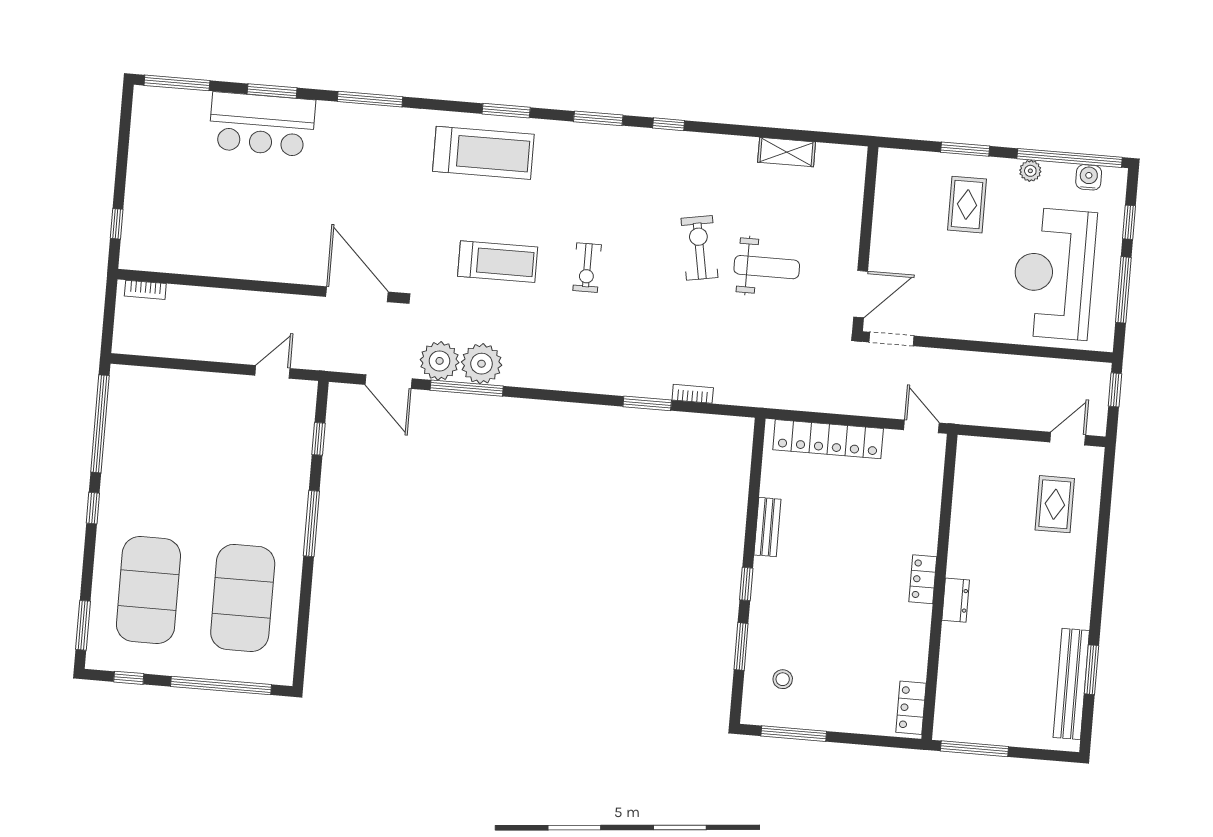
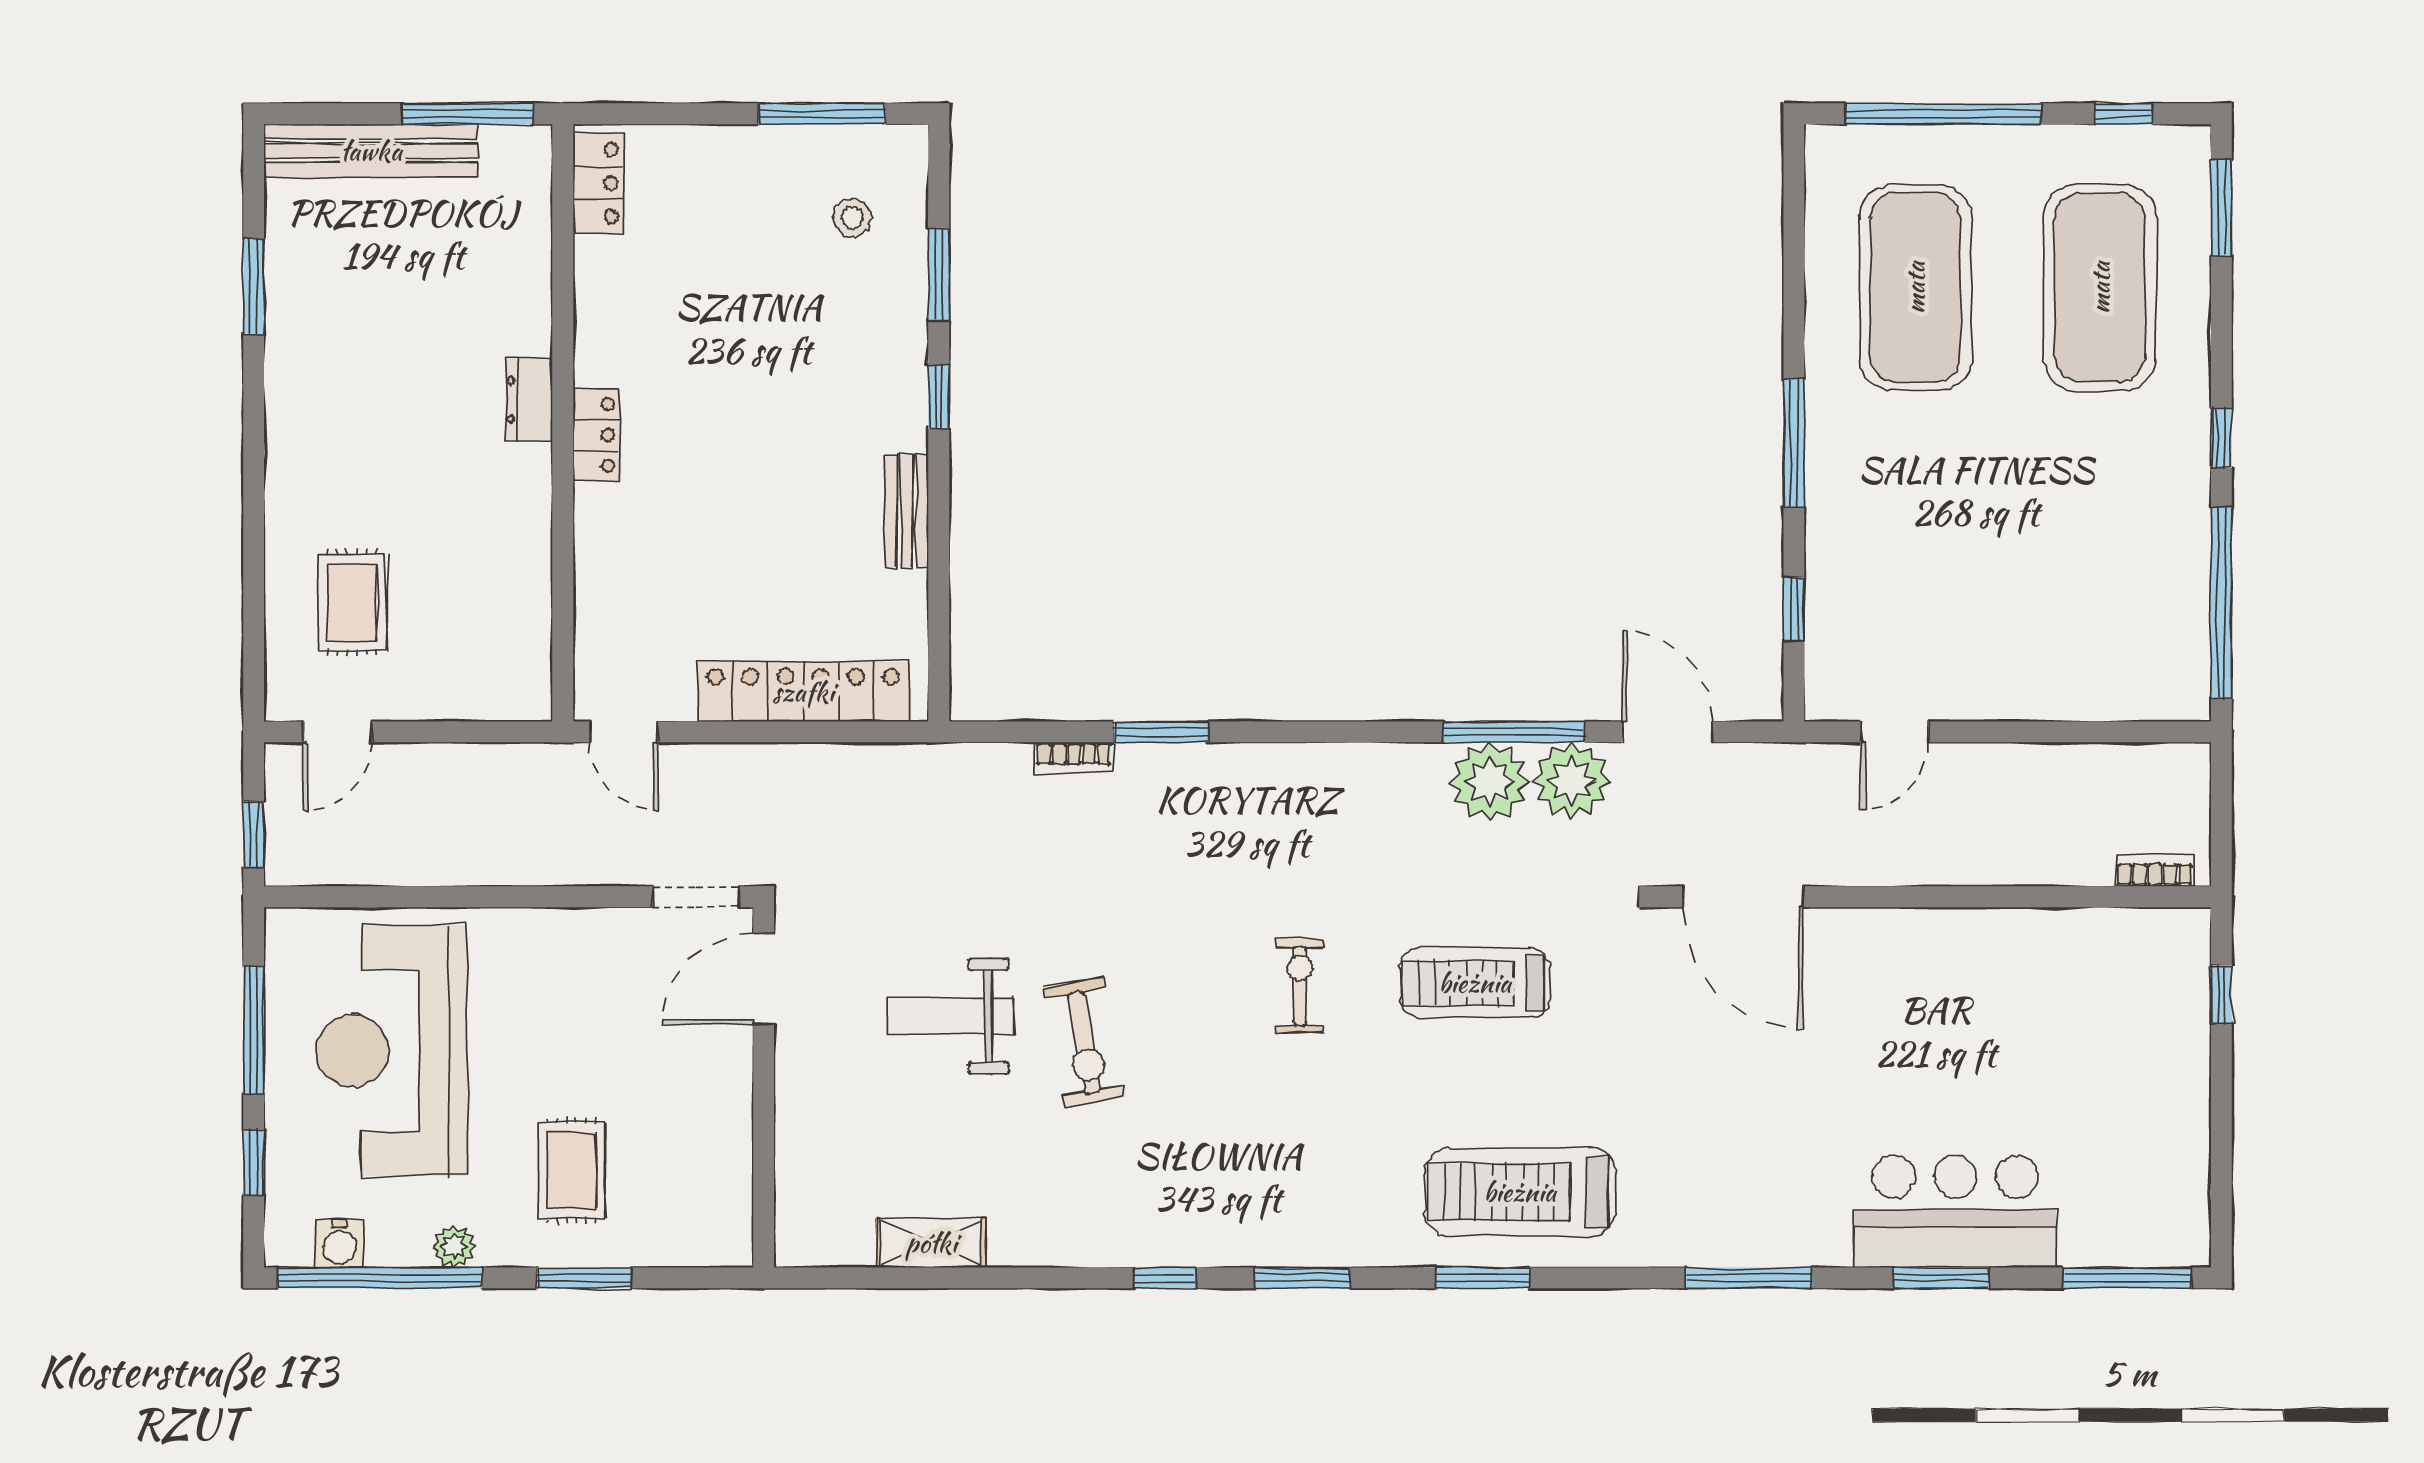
reception desk: (1054, 274) -> (392, 1051), turned 180
bench: (1071, 684) -> (371, 151), moved, turned 90

